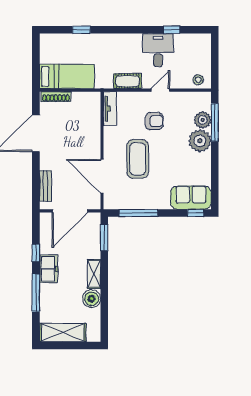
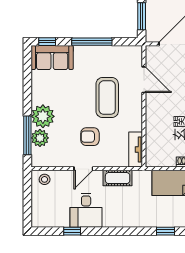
door: (102, 176) -> (144, 80), width x0.73
window: (138, 213) -> (92, 42), moved

